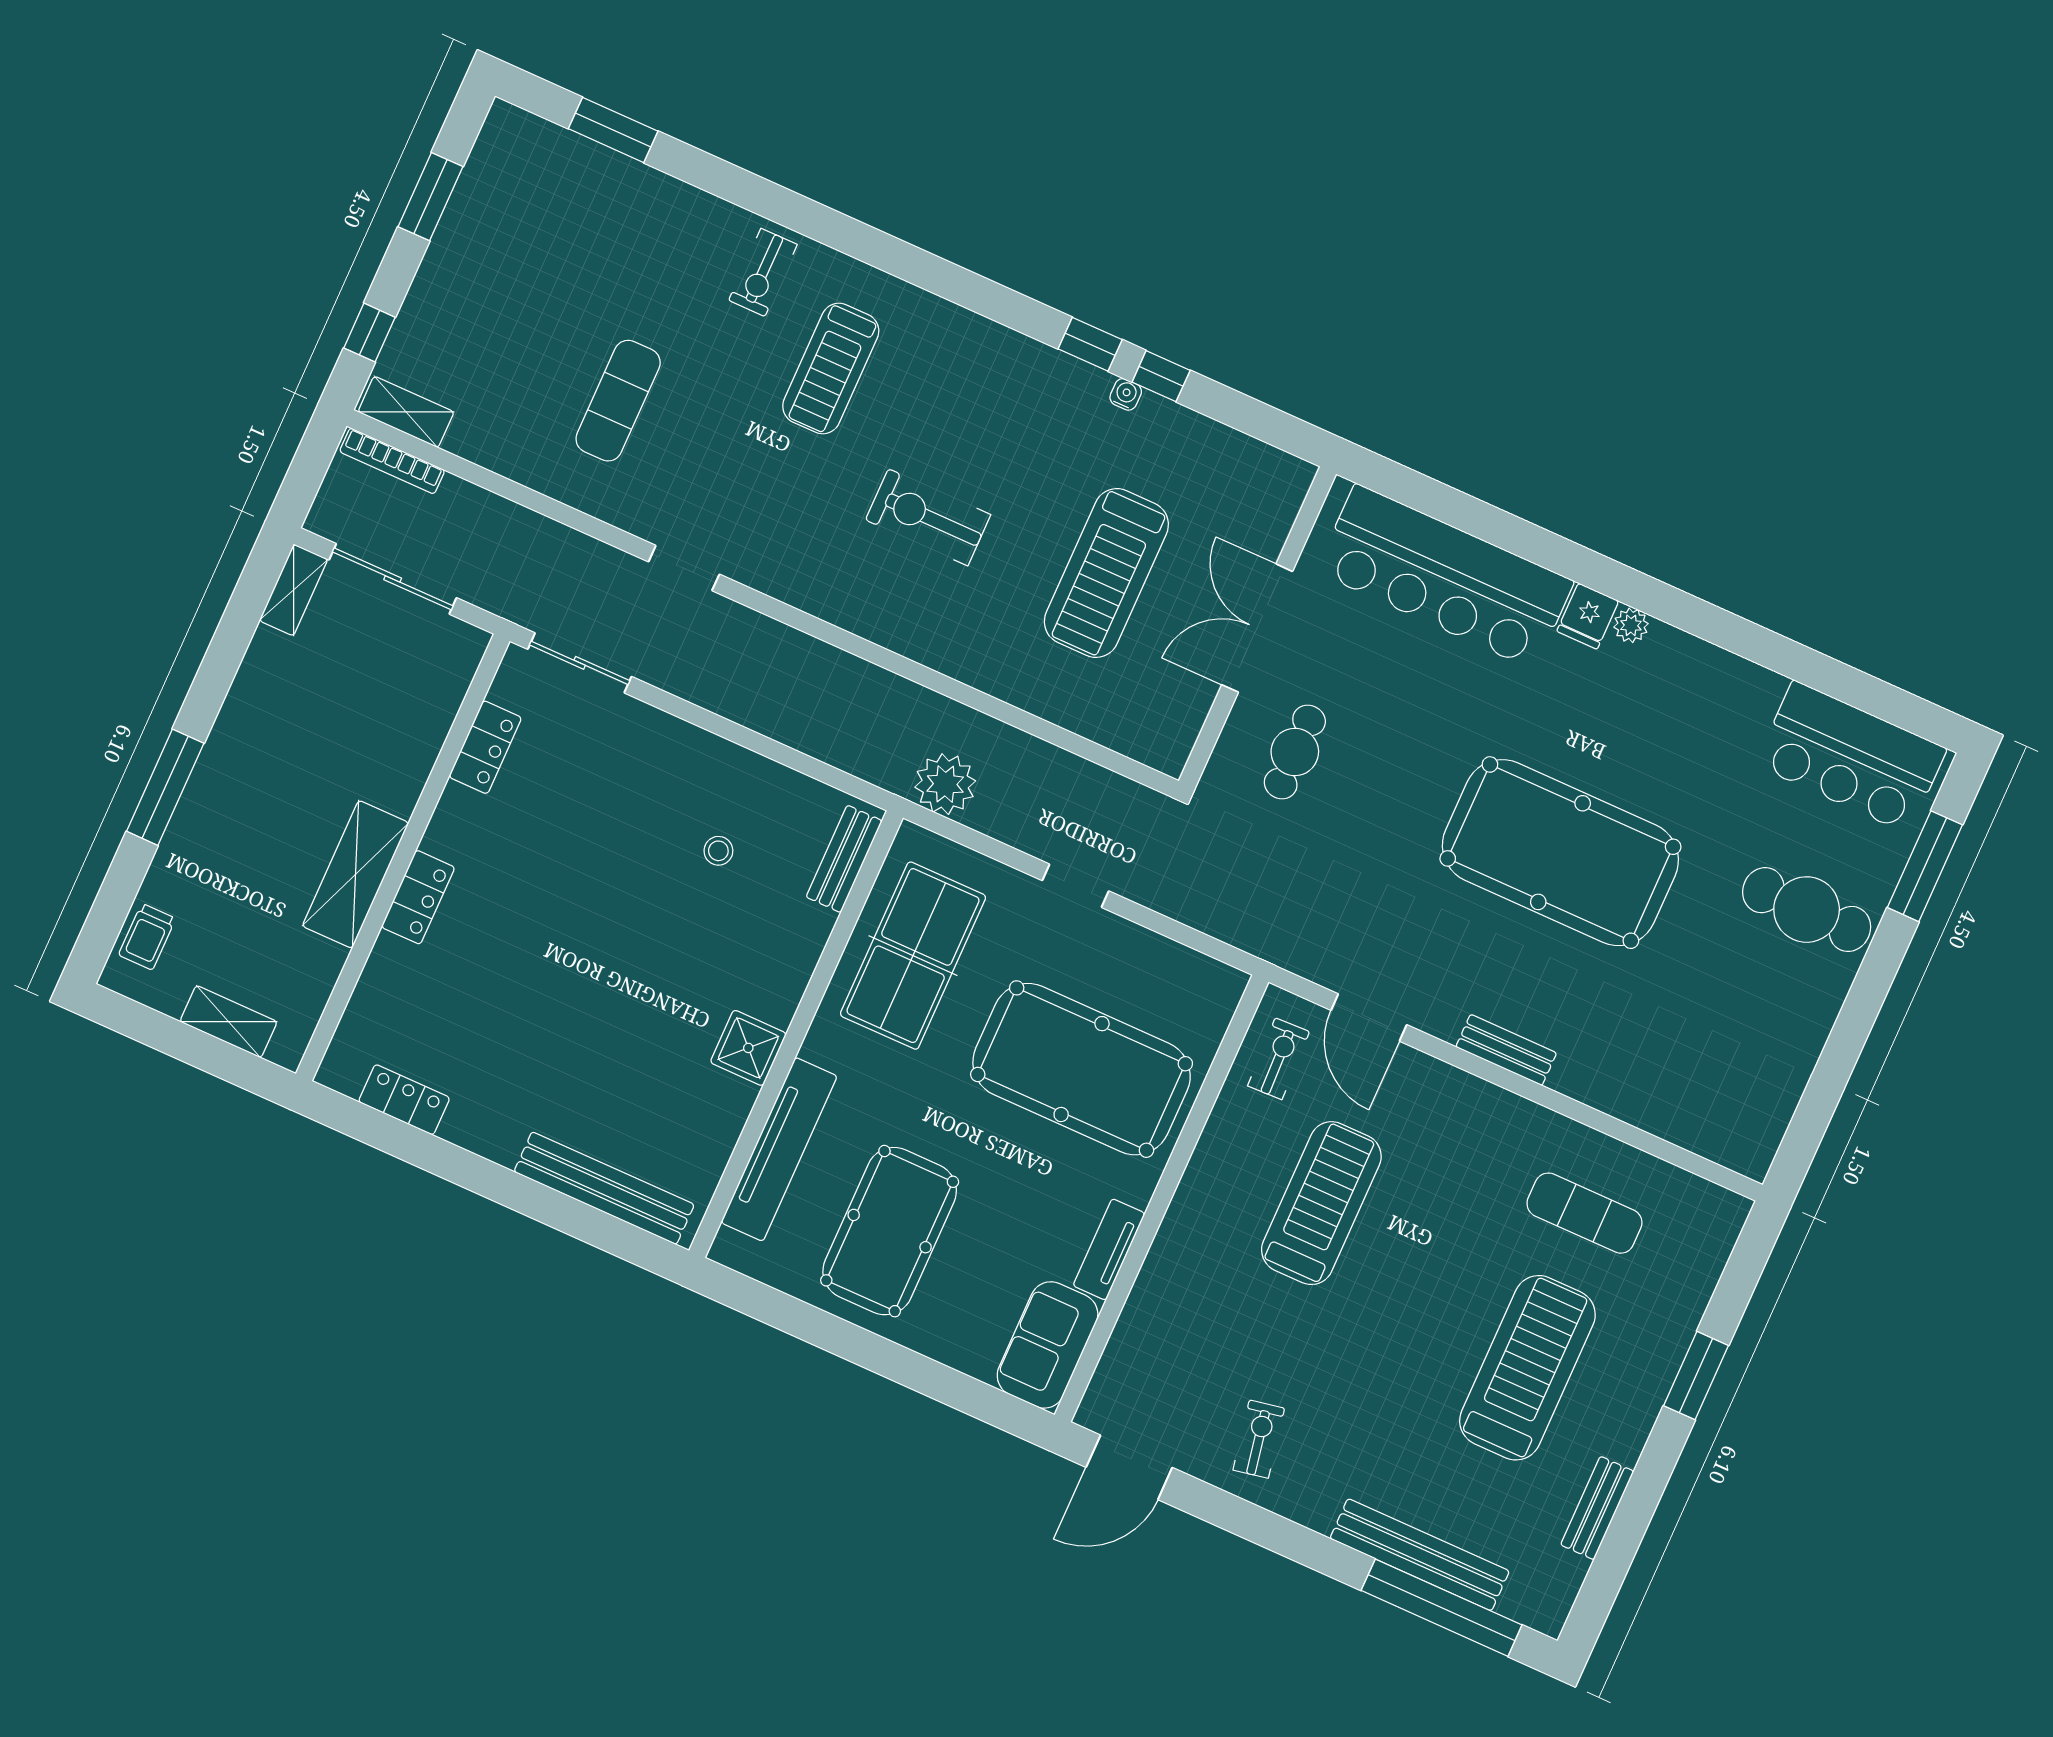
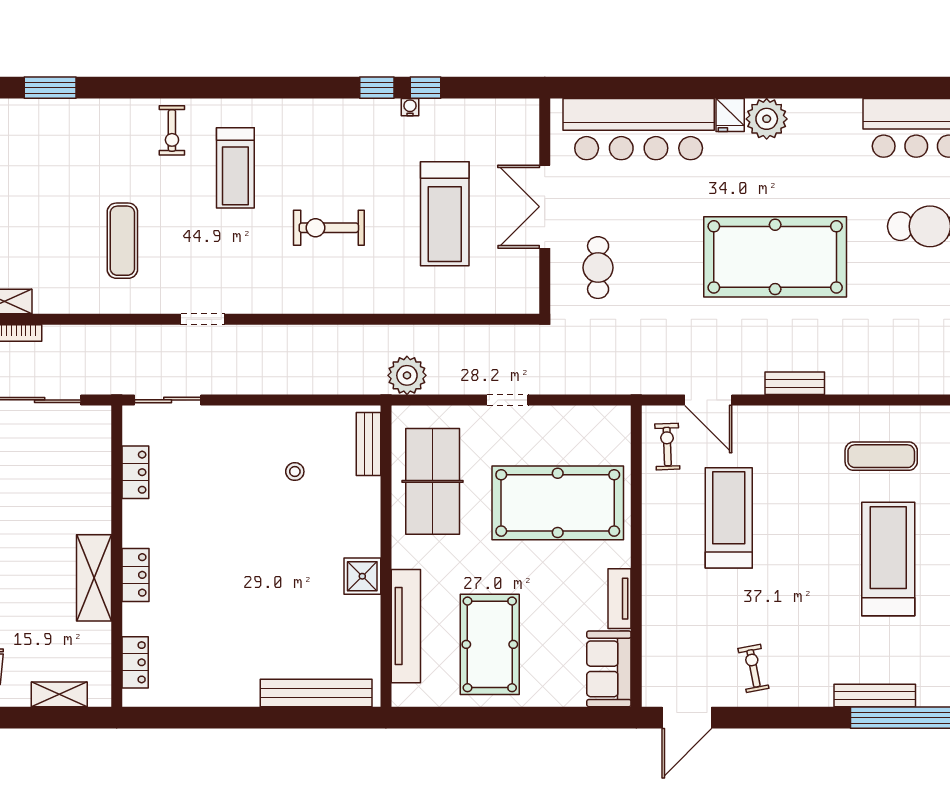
plant: (1631, 625) -> (767, 119), width x1.88, depth x1.88
locker: (404, 1100) -> (135, 662), moved, turned 90
bench: (1420, 1555) -> (875, 696), width x0.73, depth x0.82

